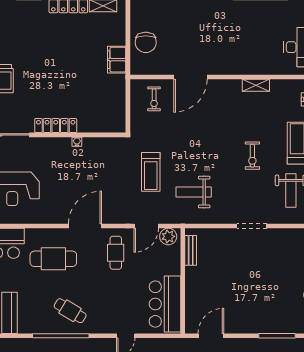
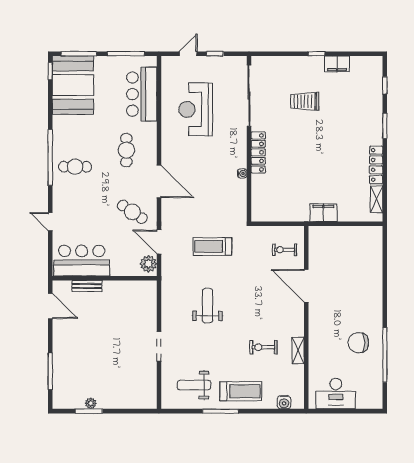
chair: (146, 42) -> (358, 343), moved
exercise bike: (252, 156) -> (263, 347), moved
weight bench: (194, 192) -> (208, 306), moved
bench: (191, 250) -> (87, 286), moved
cafe table: (116, 253) -> (132, 212), turned 34
cafe table: (53, 259) -> (126, 150), width x0.73, depth x0.74
cafe table: (70, 311) -> (75, 167), turned 59

